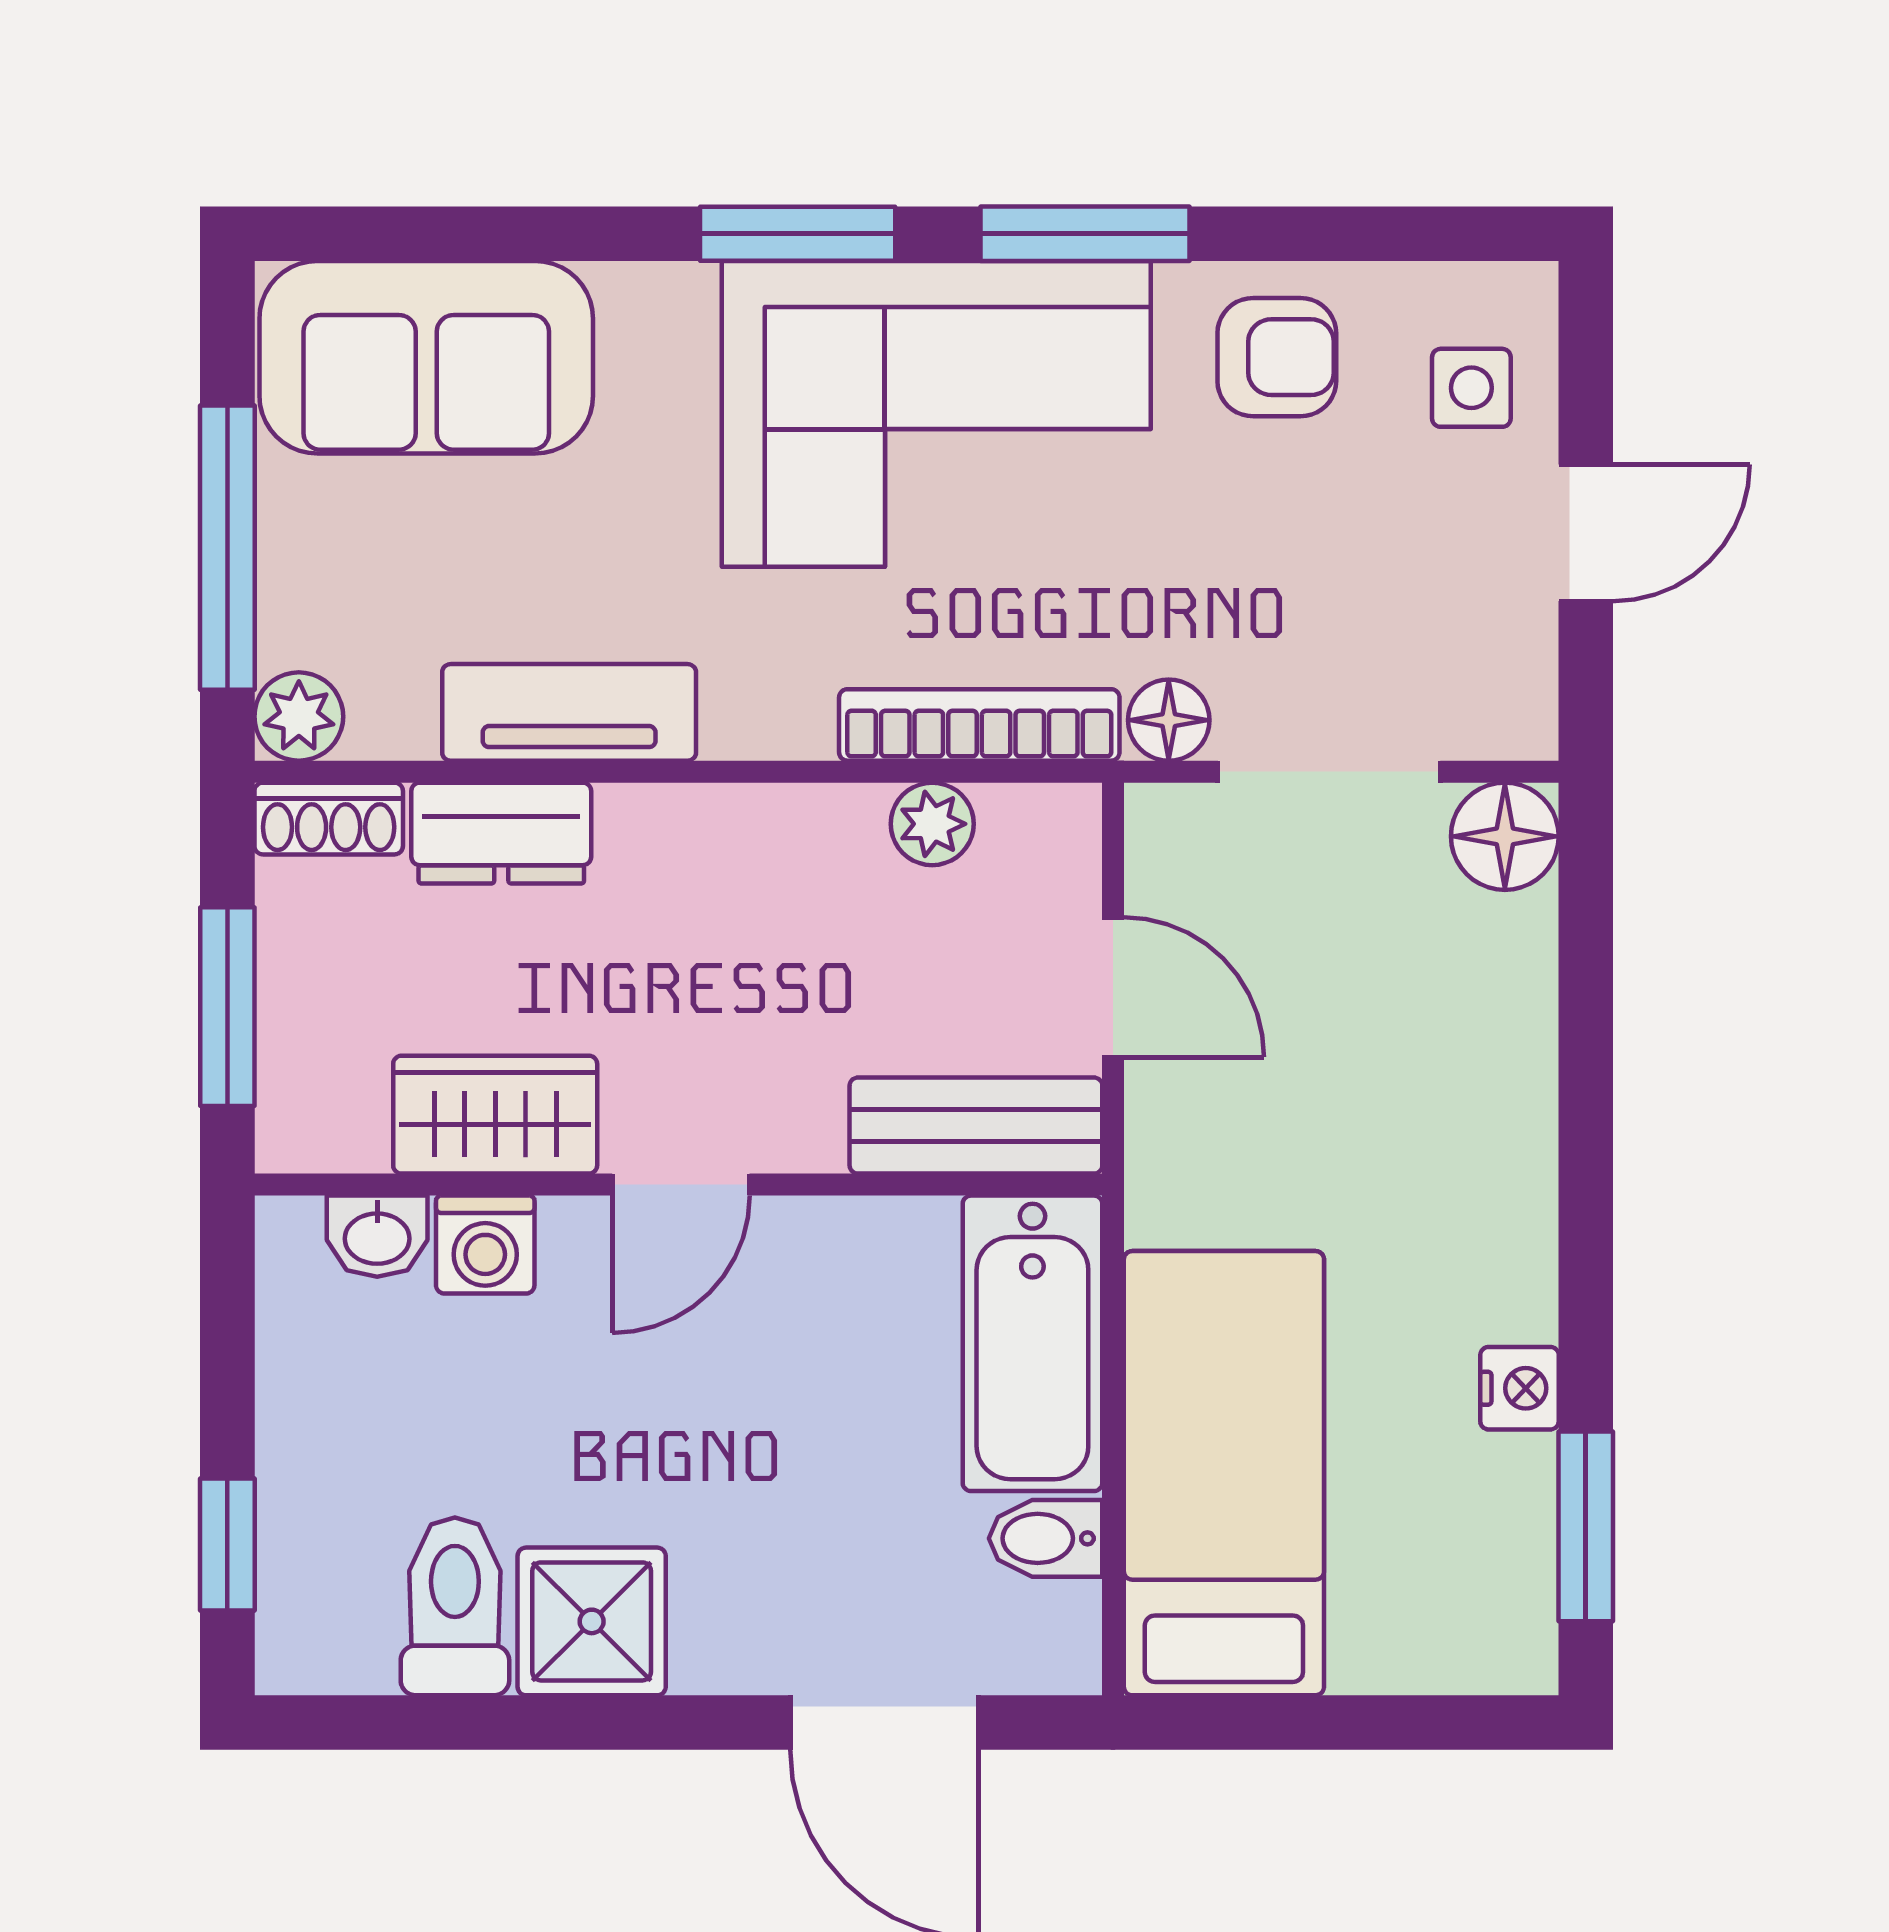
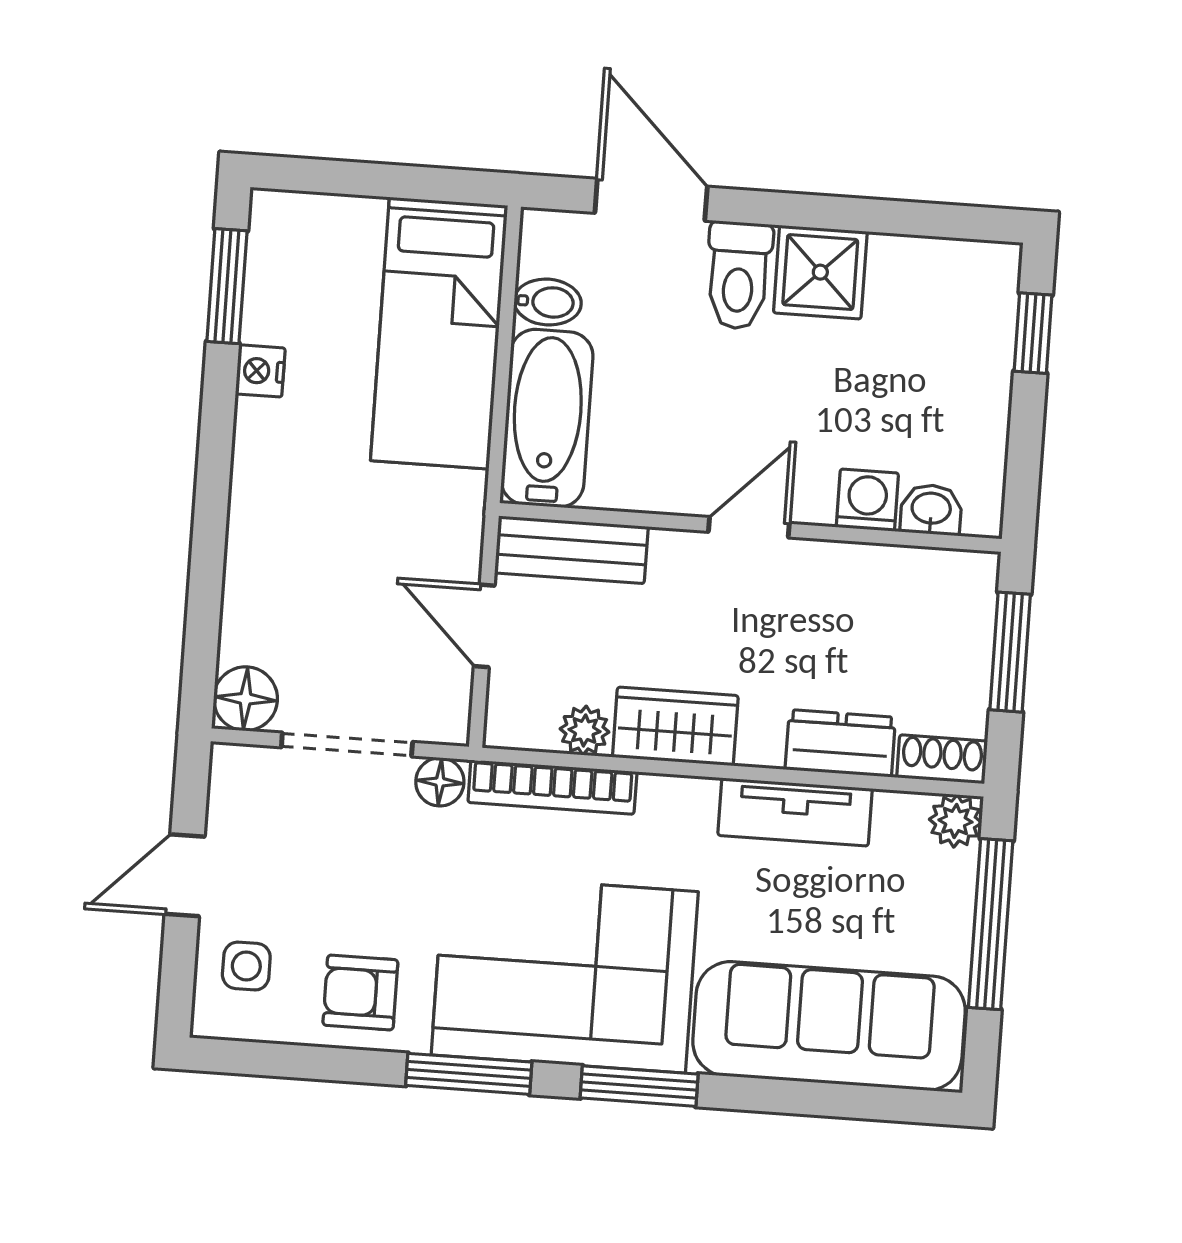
sofa: (426, 357) -> (829, 1026), width x1.36
wardrobe: (495, 1115) -> (675, 726), moved, turned 180
toilet: (455, 1606) -> (739, 275), moved

